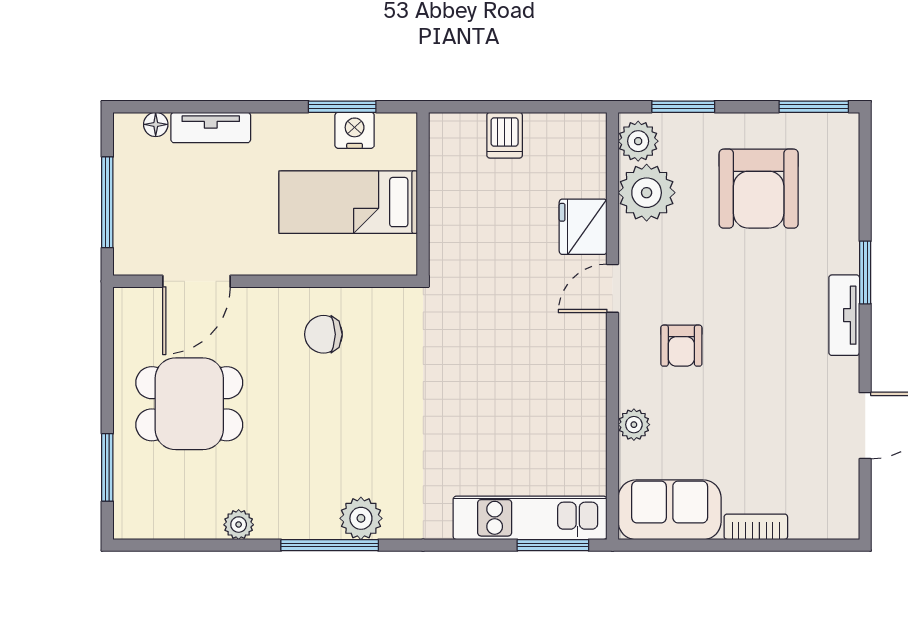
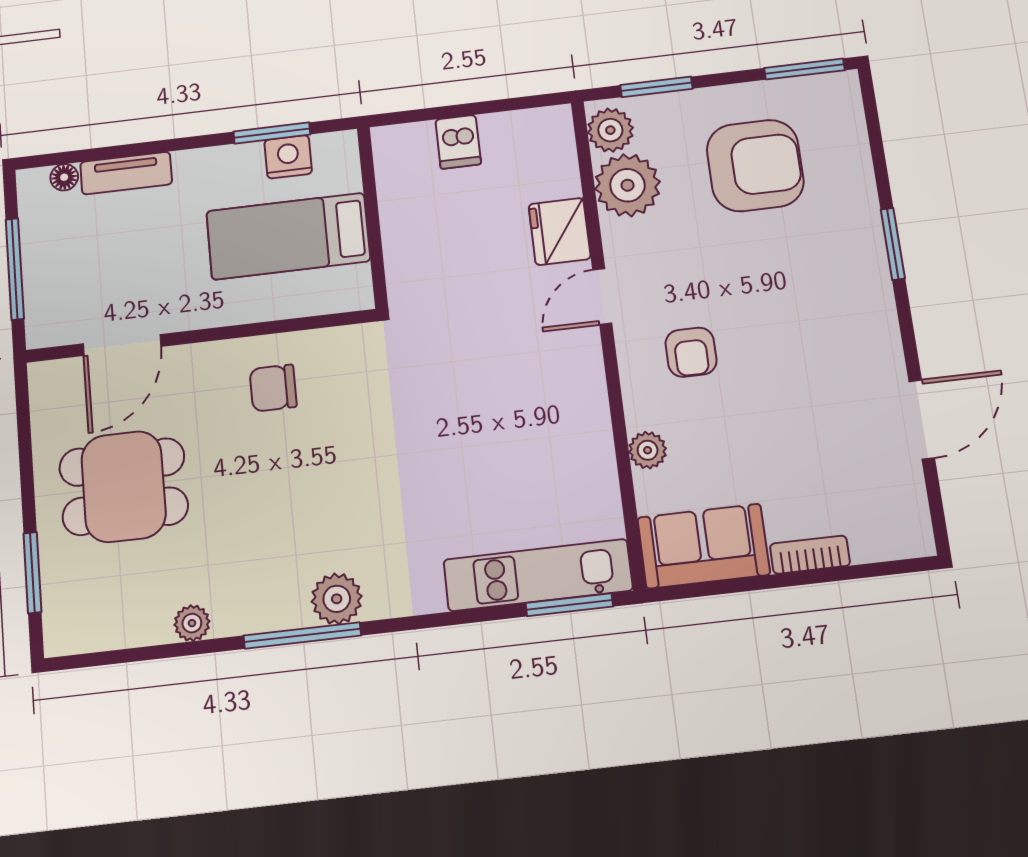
armchair: (759, 189) -> (755, 166), turned -90
tv unit: (844, 315) -> (876, 295), removed

